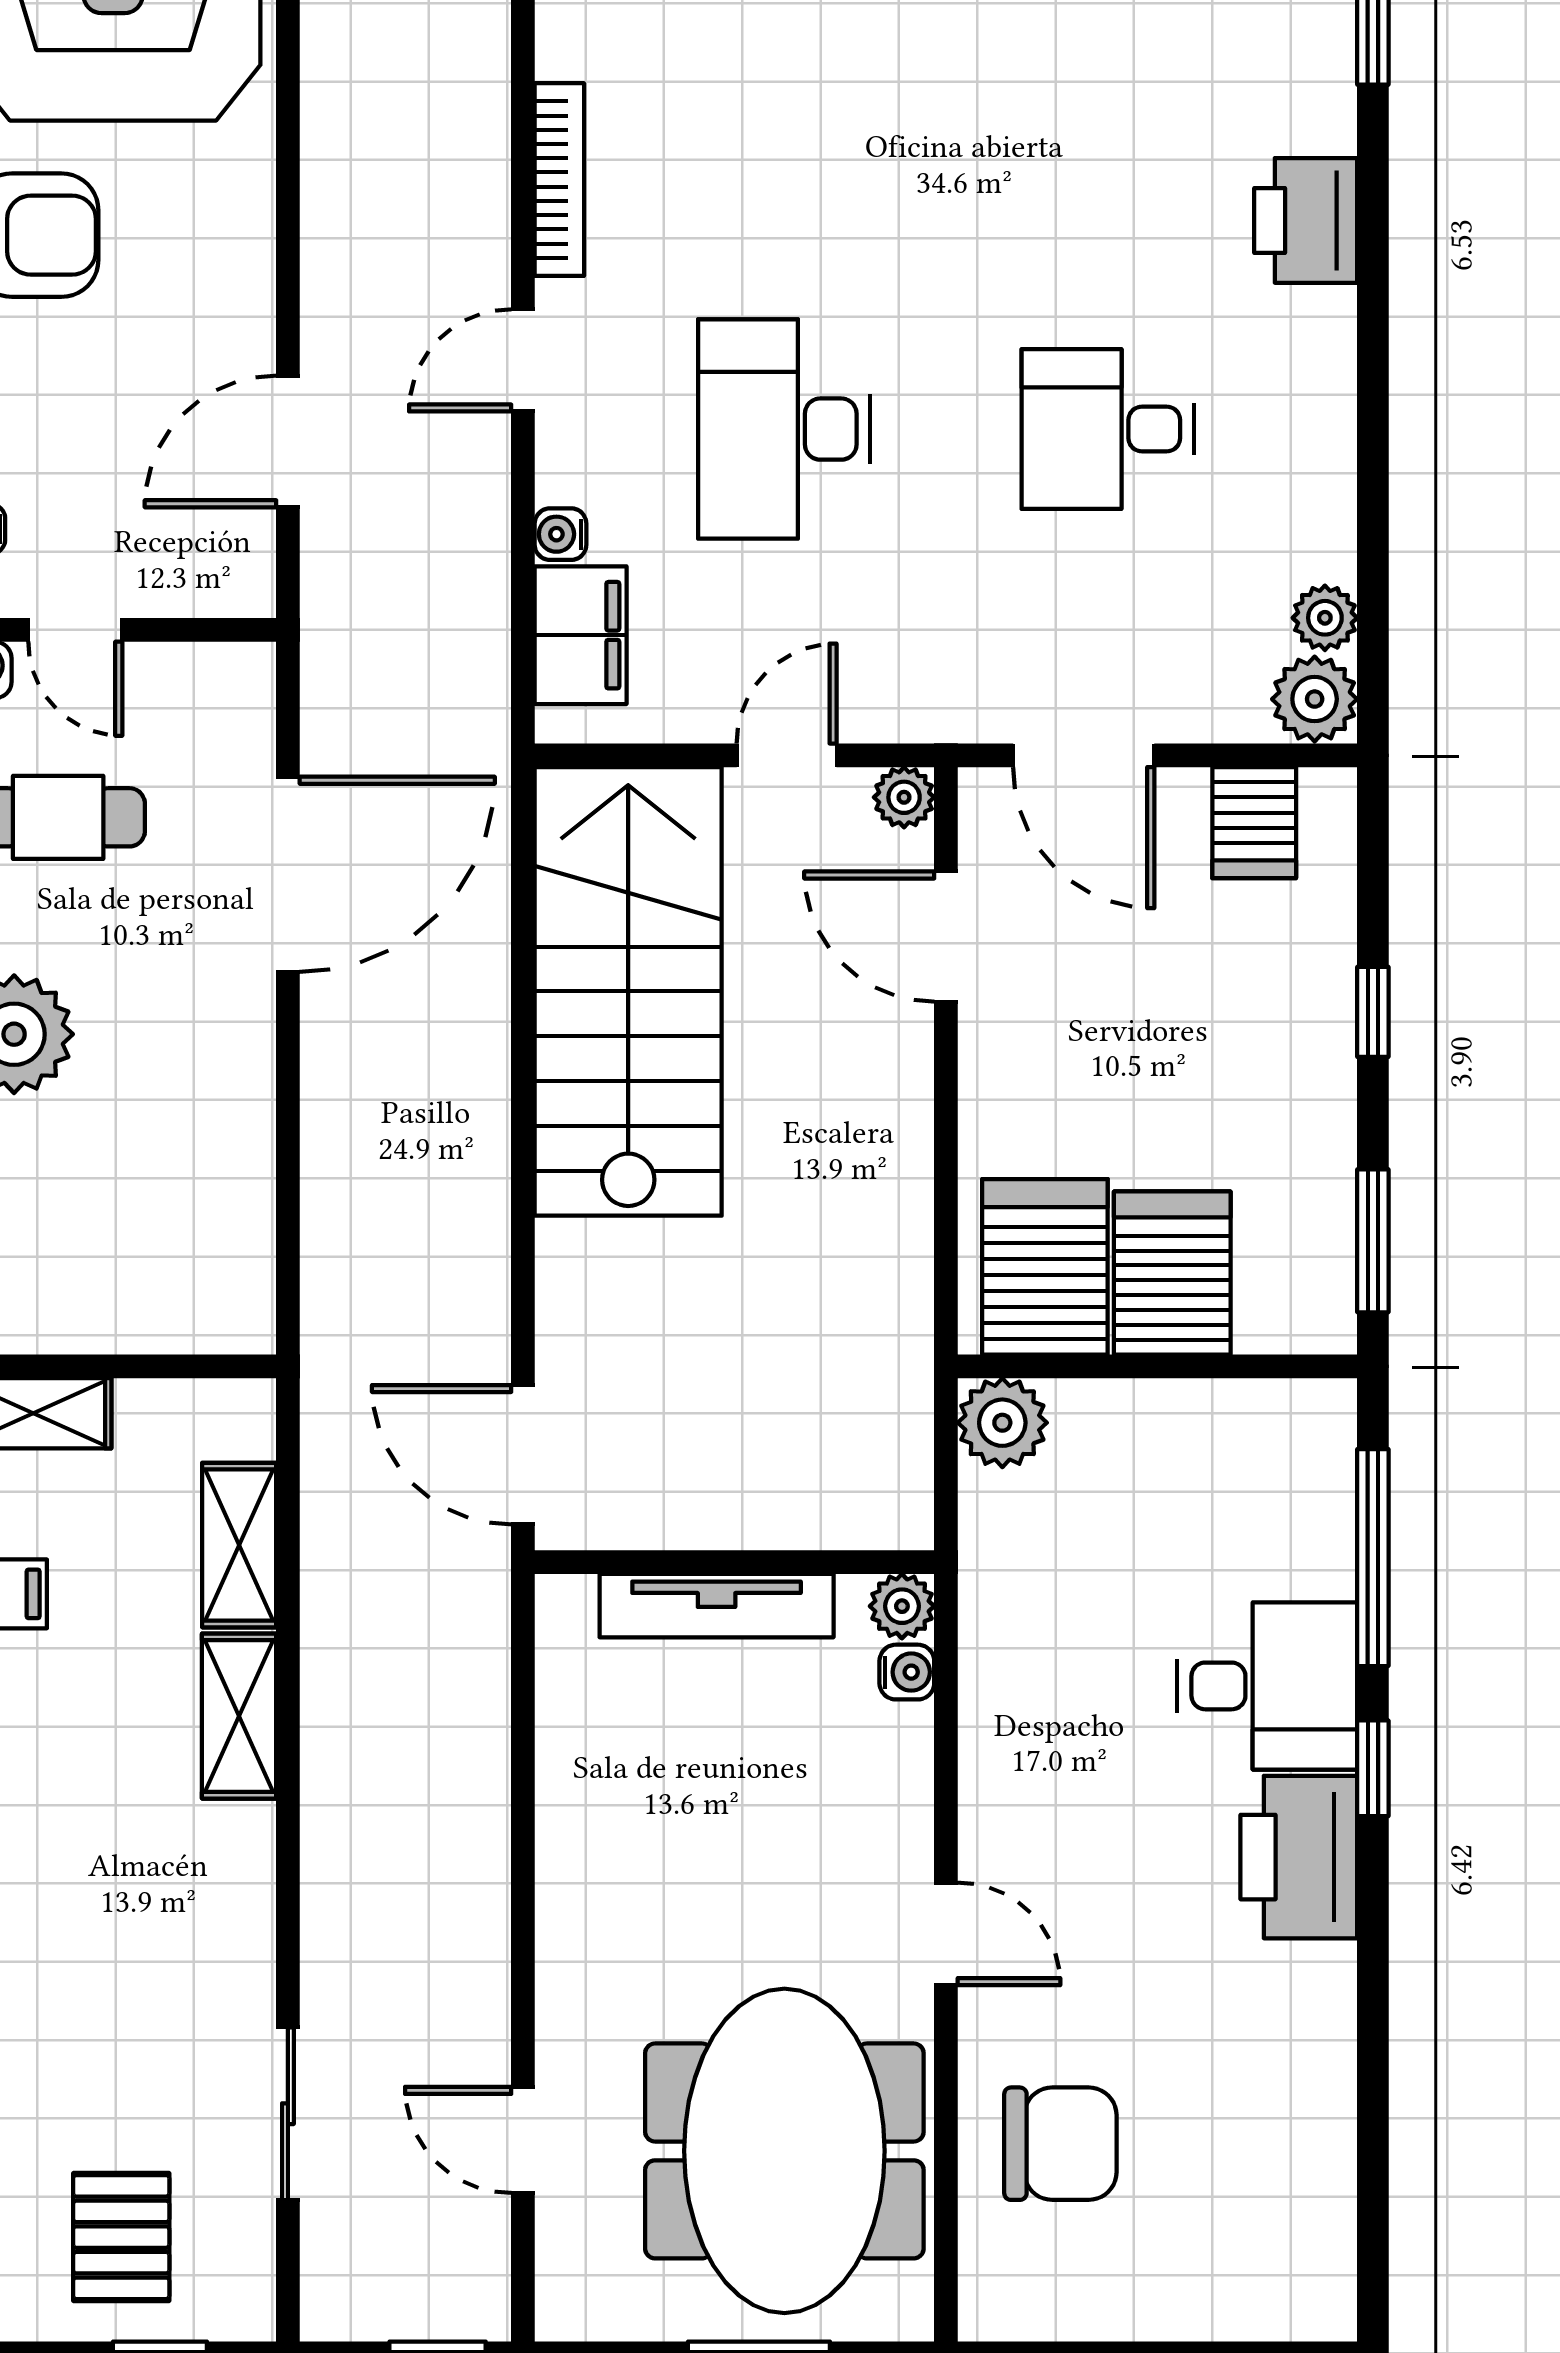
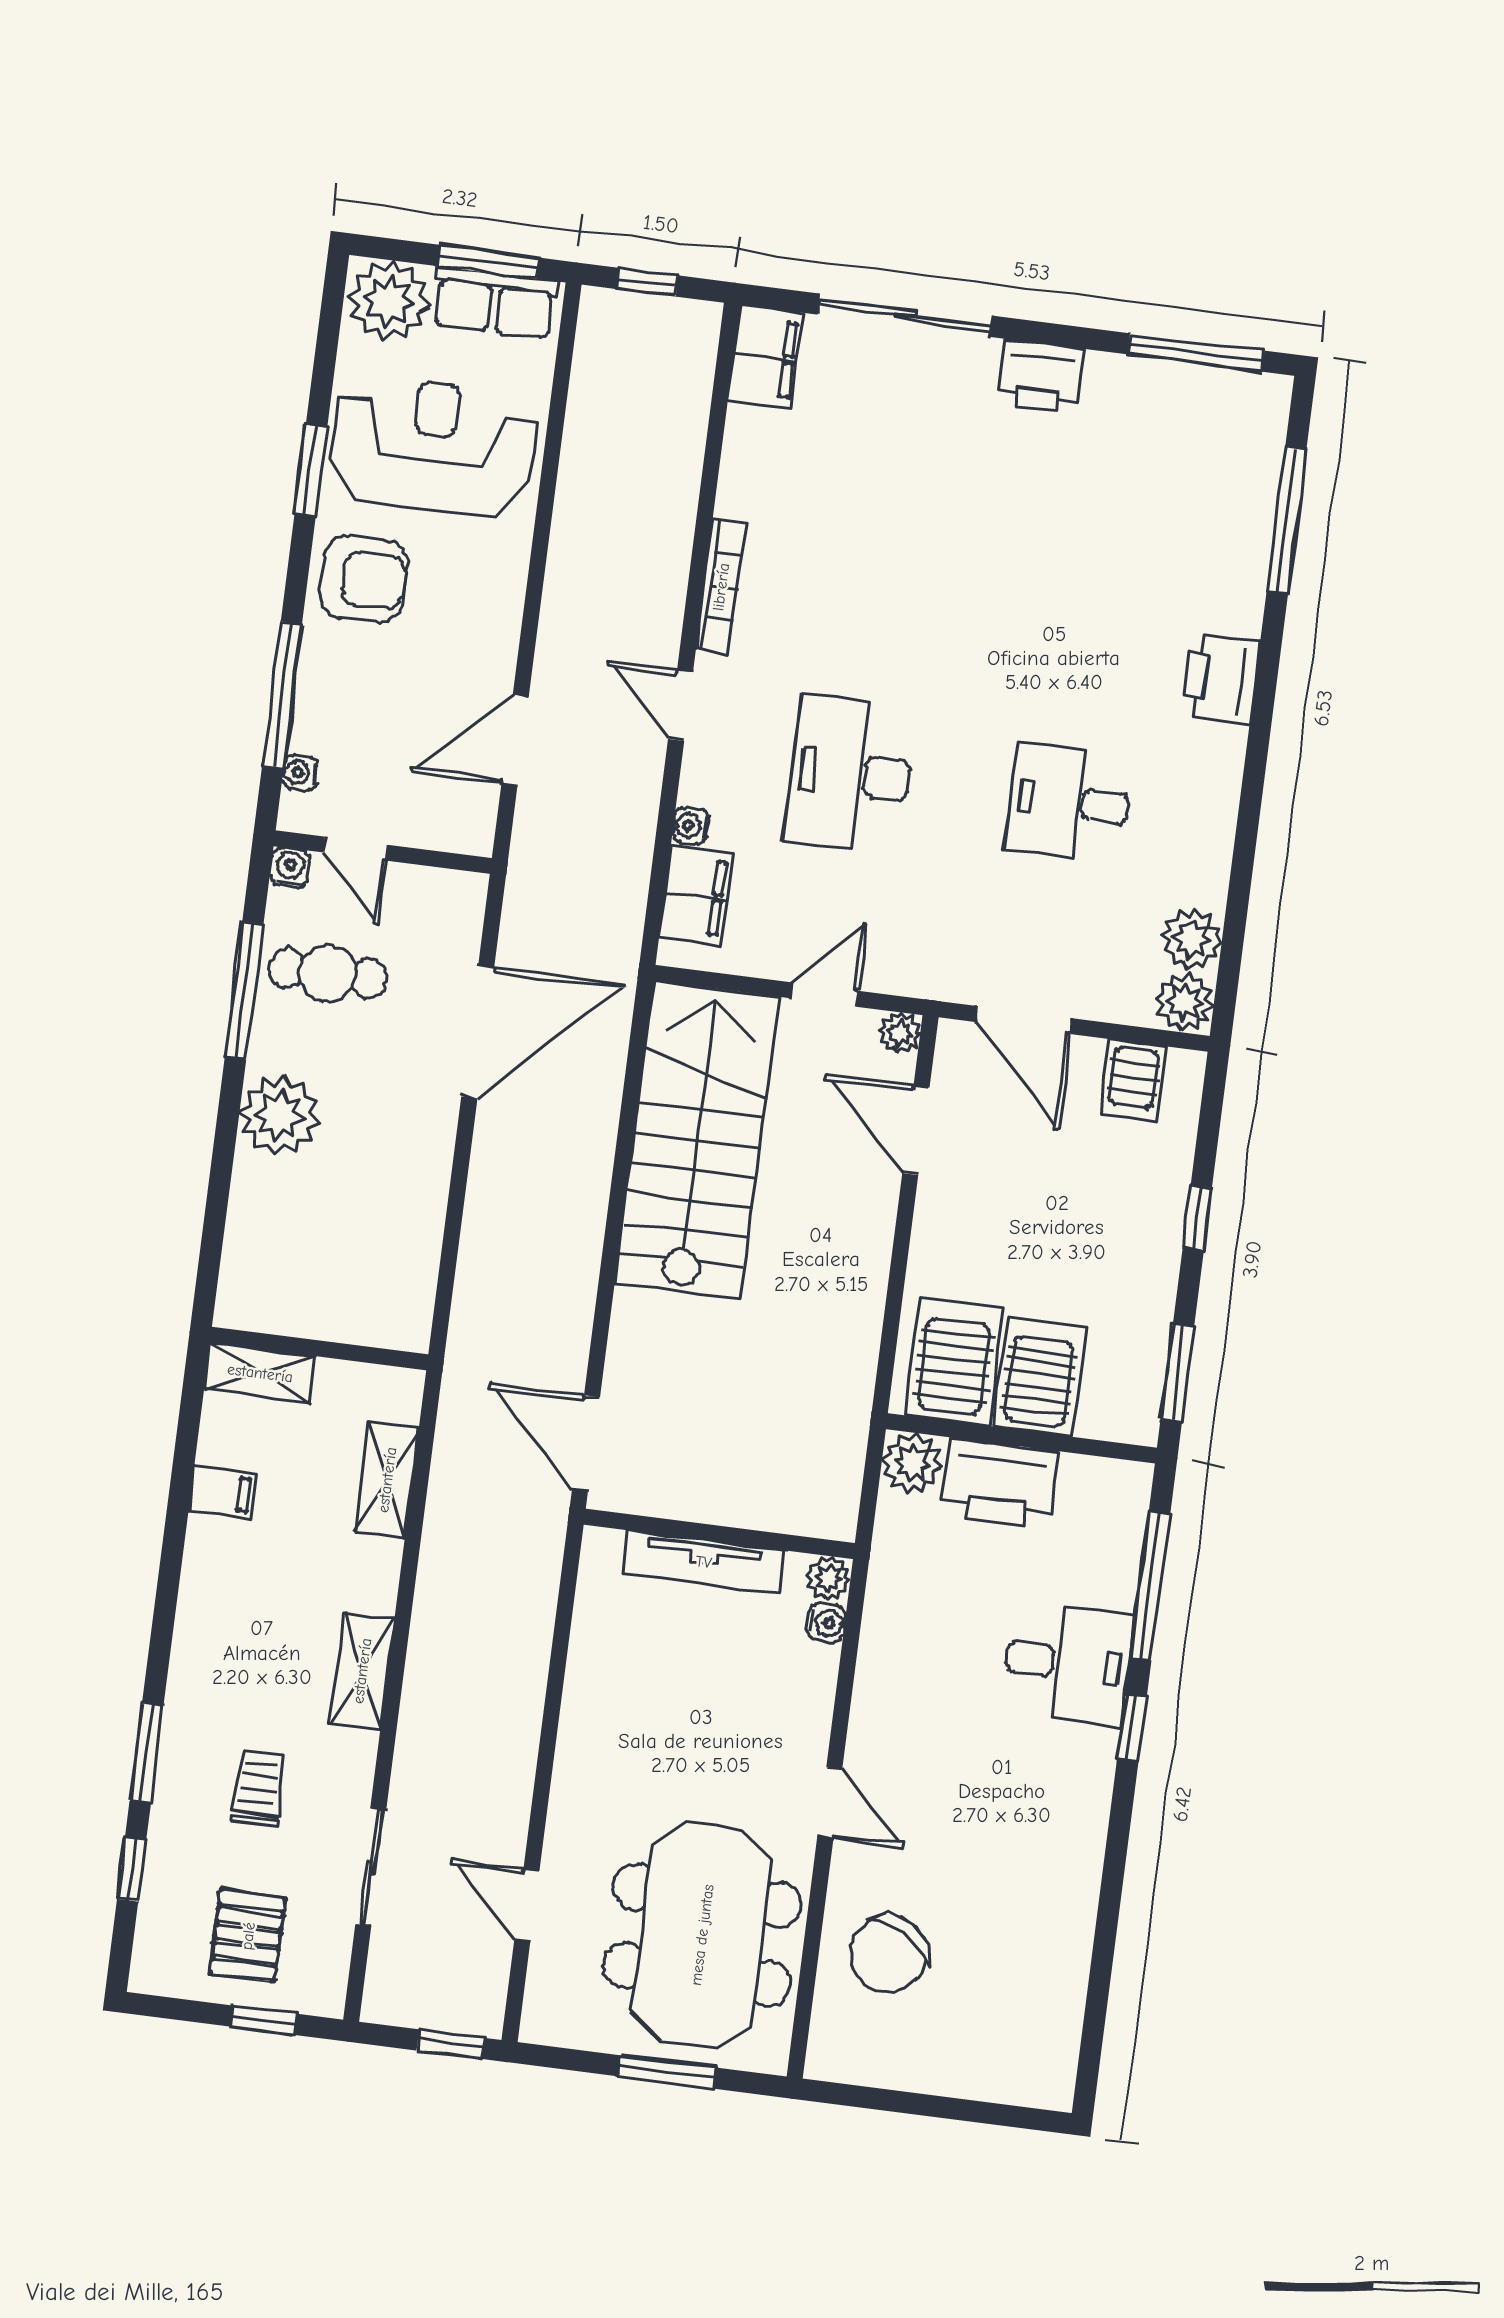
door: (523, 360) -> (681, 706), hinge flipped
plant: (1325, 618) -> (1192, 939), width x1.38, depth x1.38
shelving: (239, 1716) -> (362, 1671), moved
printer: (1299, 1857) -> (1000, 1484), moved, turned -90
trolley: (109, 2020) -> (258, 1788), added
chair: (1060, 2144) -> (889, 1954), turned 121

